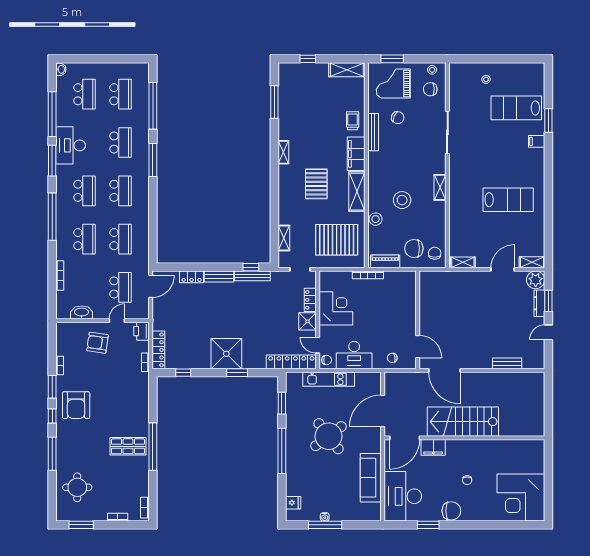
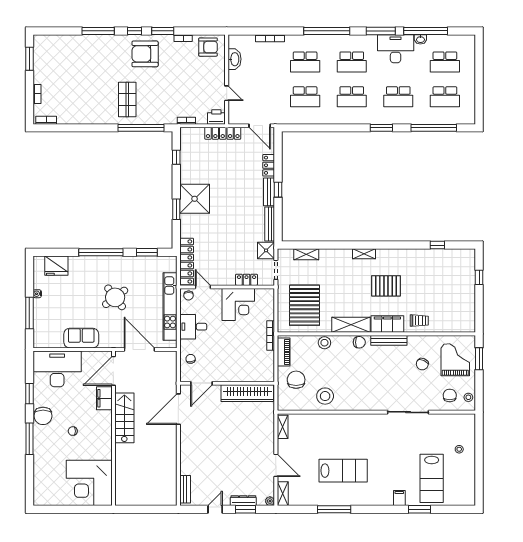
washbasin: (61, 69) -> (420, 39), moved
shelving: (347, 70) -> (468, 315), removed
window: (274, 102) -> (437, 245), width x0.46
lab bench: (516, 108) -> (432, 478), turned 180
bench: (373, 132) -> (389, 340), moved
shelving: (283, 152) -> (364, 254), moved
window: (153, 160) -> (381, 128), width x0.69
pallet: (316, 184) -> (386, 286), moved
shelving: (440, 187) -> (355, 405), removed
stool: (402, 200) -> (325, 396), moved
lab bench: (508, 200) -> (343, 471), turned -90
window: (548, 209) -> (334, 509), added
chair: (435, 253) -> (359, 342), moved
window: (251, 267) -> (278, 190), moved
plant: (536, 280) -> (270, 501), width x0.53, depth x0.53
school desk: (121, 287) -> (259, 97), removed
wardrobe: (428, 299) -> (247, 393), added
shower: (307, 321) -> (266, 250), moved
door: (548, 332) -> (215, 509), hinge flipped
armchair: (97, 343) -> (208, 47), moved, turned 82
door: (318, 345) -> (203, 287), hinge flipped
locker: (158, 350) -> (223, 133), moved
desk: (354, 355) -> (193, 327), width x0.73
bench: (507, 363) -> (185, 489), moved
kitchen unit: (329, 379) -> (170, 306), width x1.36
stairs: (463, 422) -> (124, 418), width x0.73, depth x0.66
round table: (329, 436) -> (115, 297), width x0.73, depth x0.73
door: (405, 438) -> (113, 371), hinge flipped
shop shelf: (128, 446) -> (127, 100), moved
window: (153, 447) -> (141, 128), moved
sofa: (371, 478) -> (81, 338), width x0.73
round table: (77, 487) -> (66, 55), removed
corner desk: (521, 498) -> (89, 483), moved, turned -90
fridge: (293, 503) -> (56, 266), width x1.88, depth x1.34
window: (325, 525) -> (29, 313), moved
window: (475, 525) -> (29, 439), added

